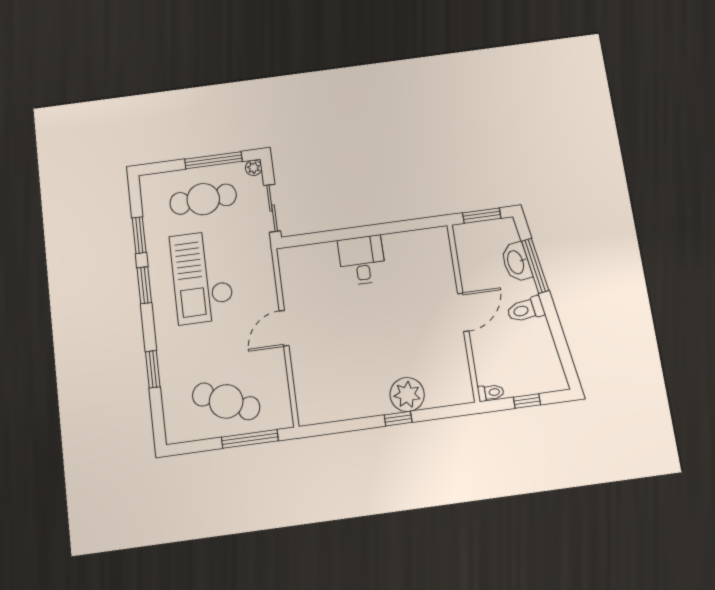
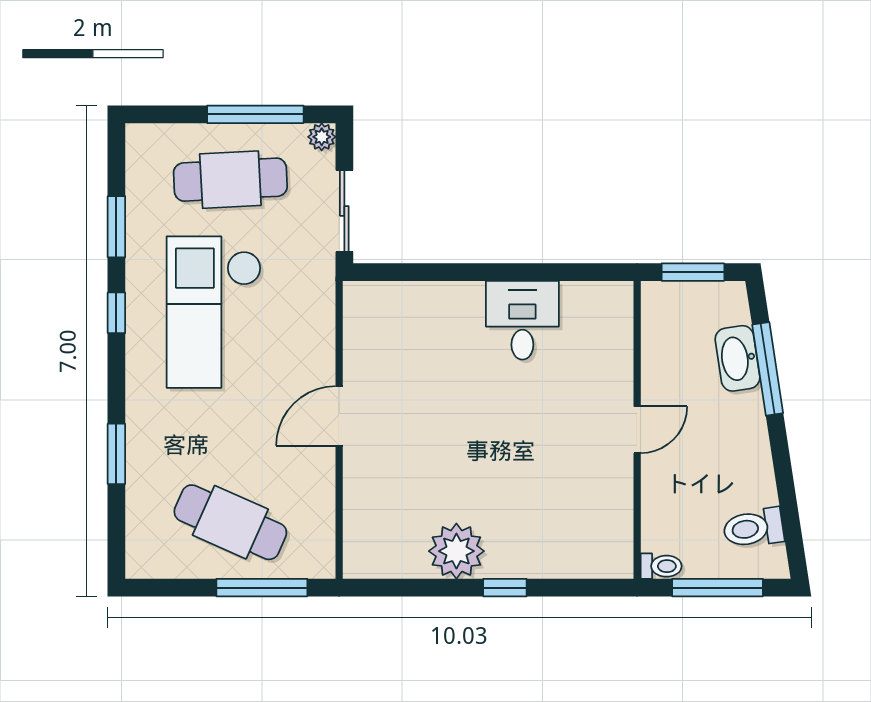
desk: (362, 260) -> (522, 320), moved
window: (144, 285) -> (116, 313), width x0.67
toilet: (526, 310) -> (753, 528), moved
door: (463, 312) -> (637, 430), width x0.73
plant: (407, 395) -> (456, 551), moved
window: (527, 401) -> (717, 588), width x2.17

